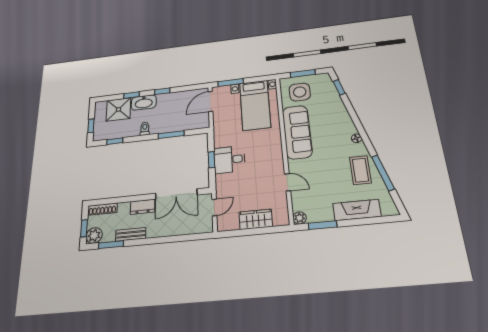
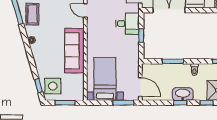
side table: (300, 92) -> (53, 86), moved
washbasin: (144, 102) -> (183, 94), moved
door: (210, 102) -> (140, 87), hinge flipped
desk: (229, 160) -> (127, 23), moved

